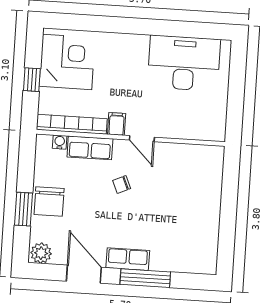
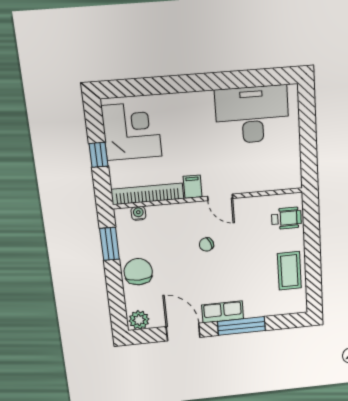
row of seats: (90, 148) -> (170, 214), removed
wheelchair: (206, 170) -> (286, 218), added
chair: (49, 202) -> (138, 272), turned 180
window: (23, 209) -> (110, 244), moved
coffee table: (202, 226) -> (289, 271), added

